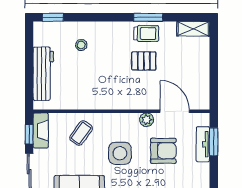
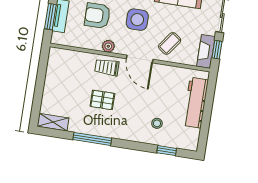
window: (53, 17) -> (167, 151), moved
window: (148, 17) -> (92, 139), width x1.44
trolley: (146, 34) -> (107, 67), moved
door: (175, 111) -> (140, 59), moved

